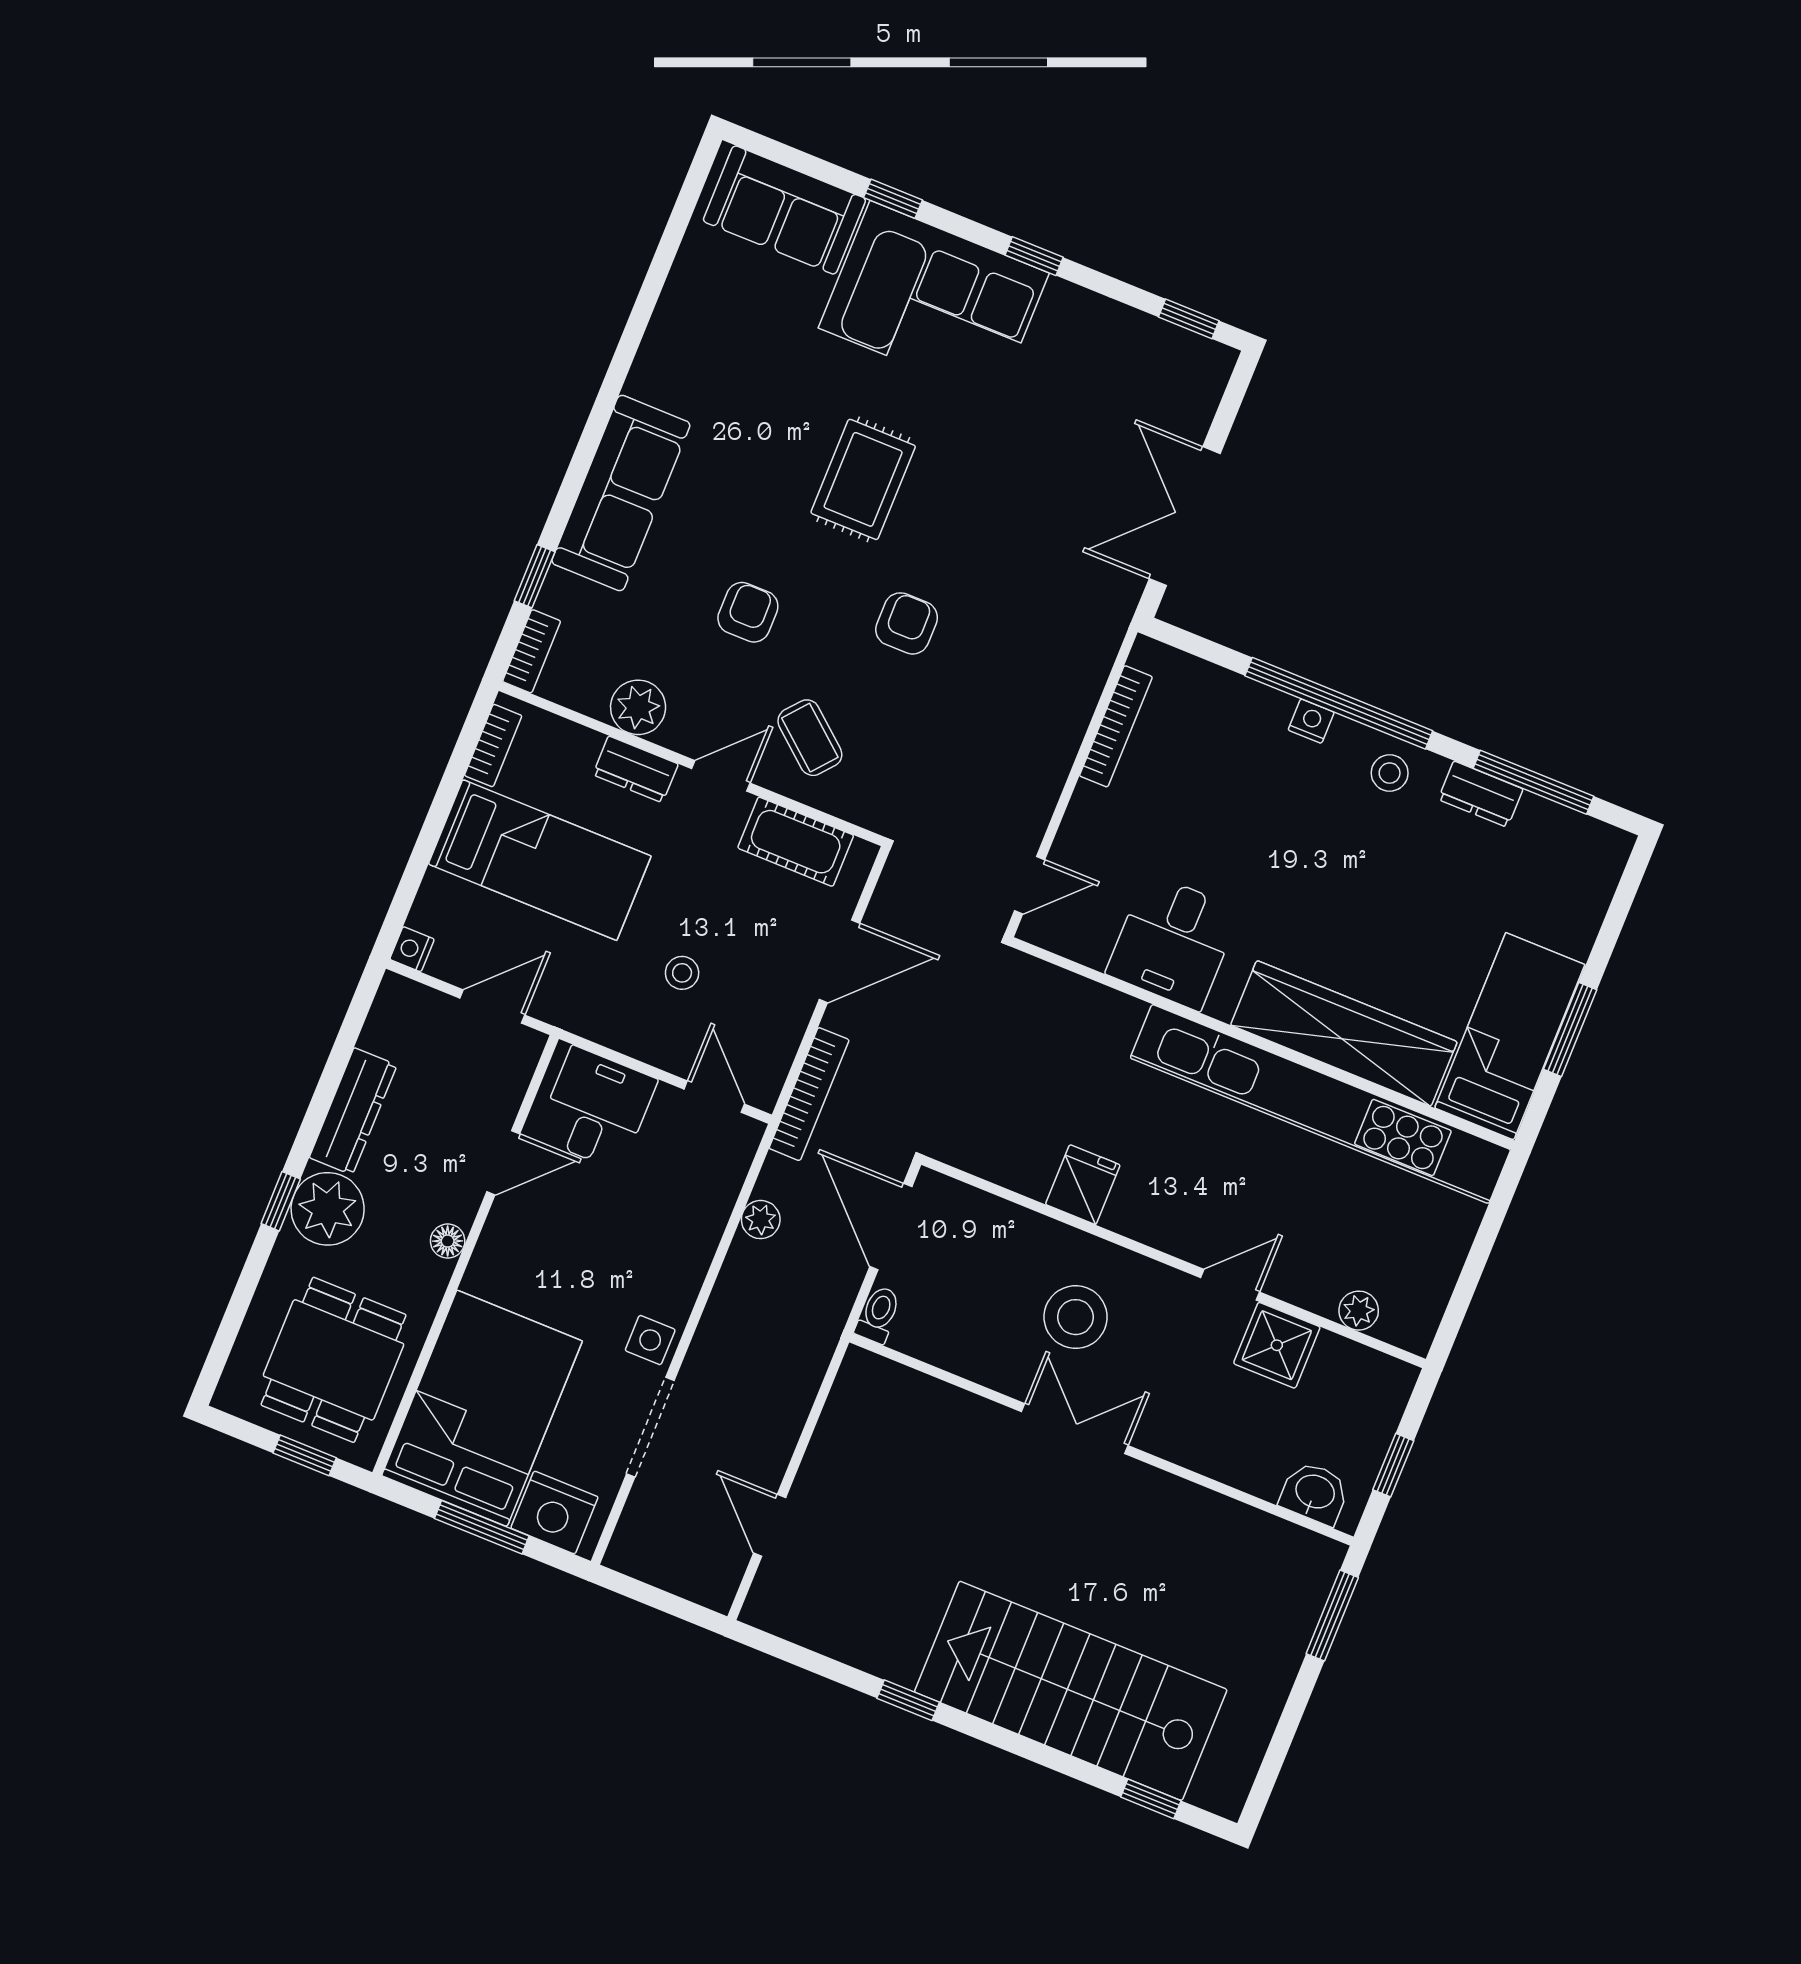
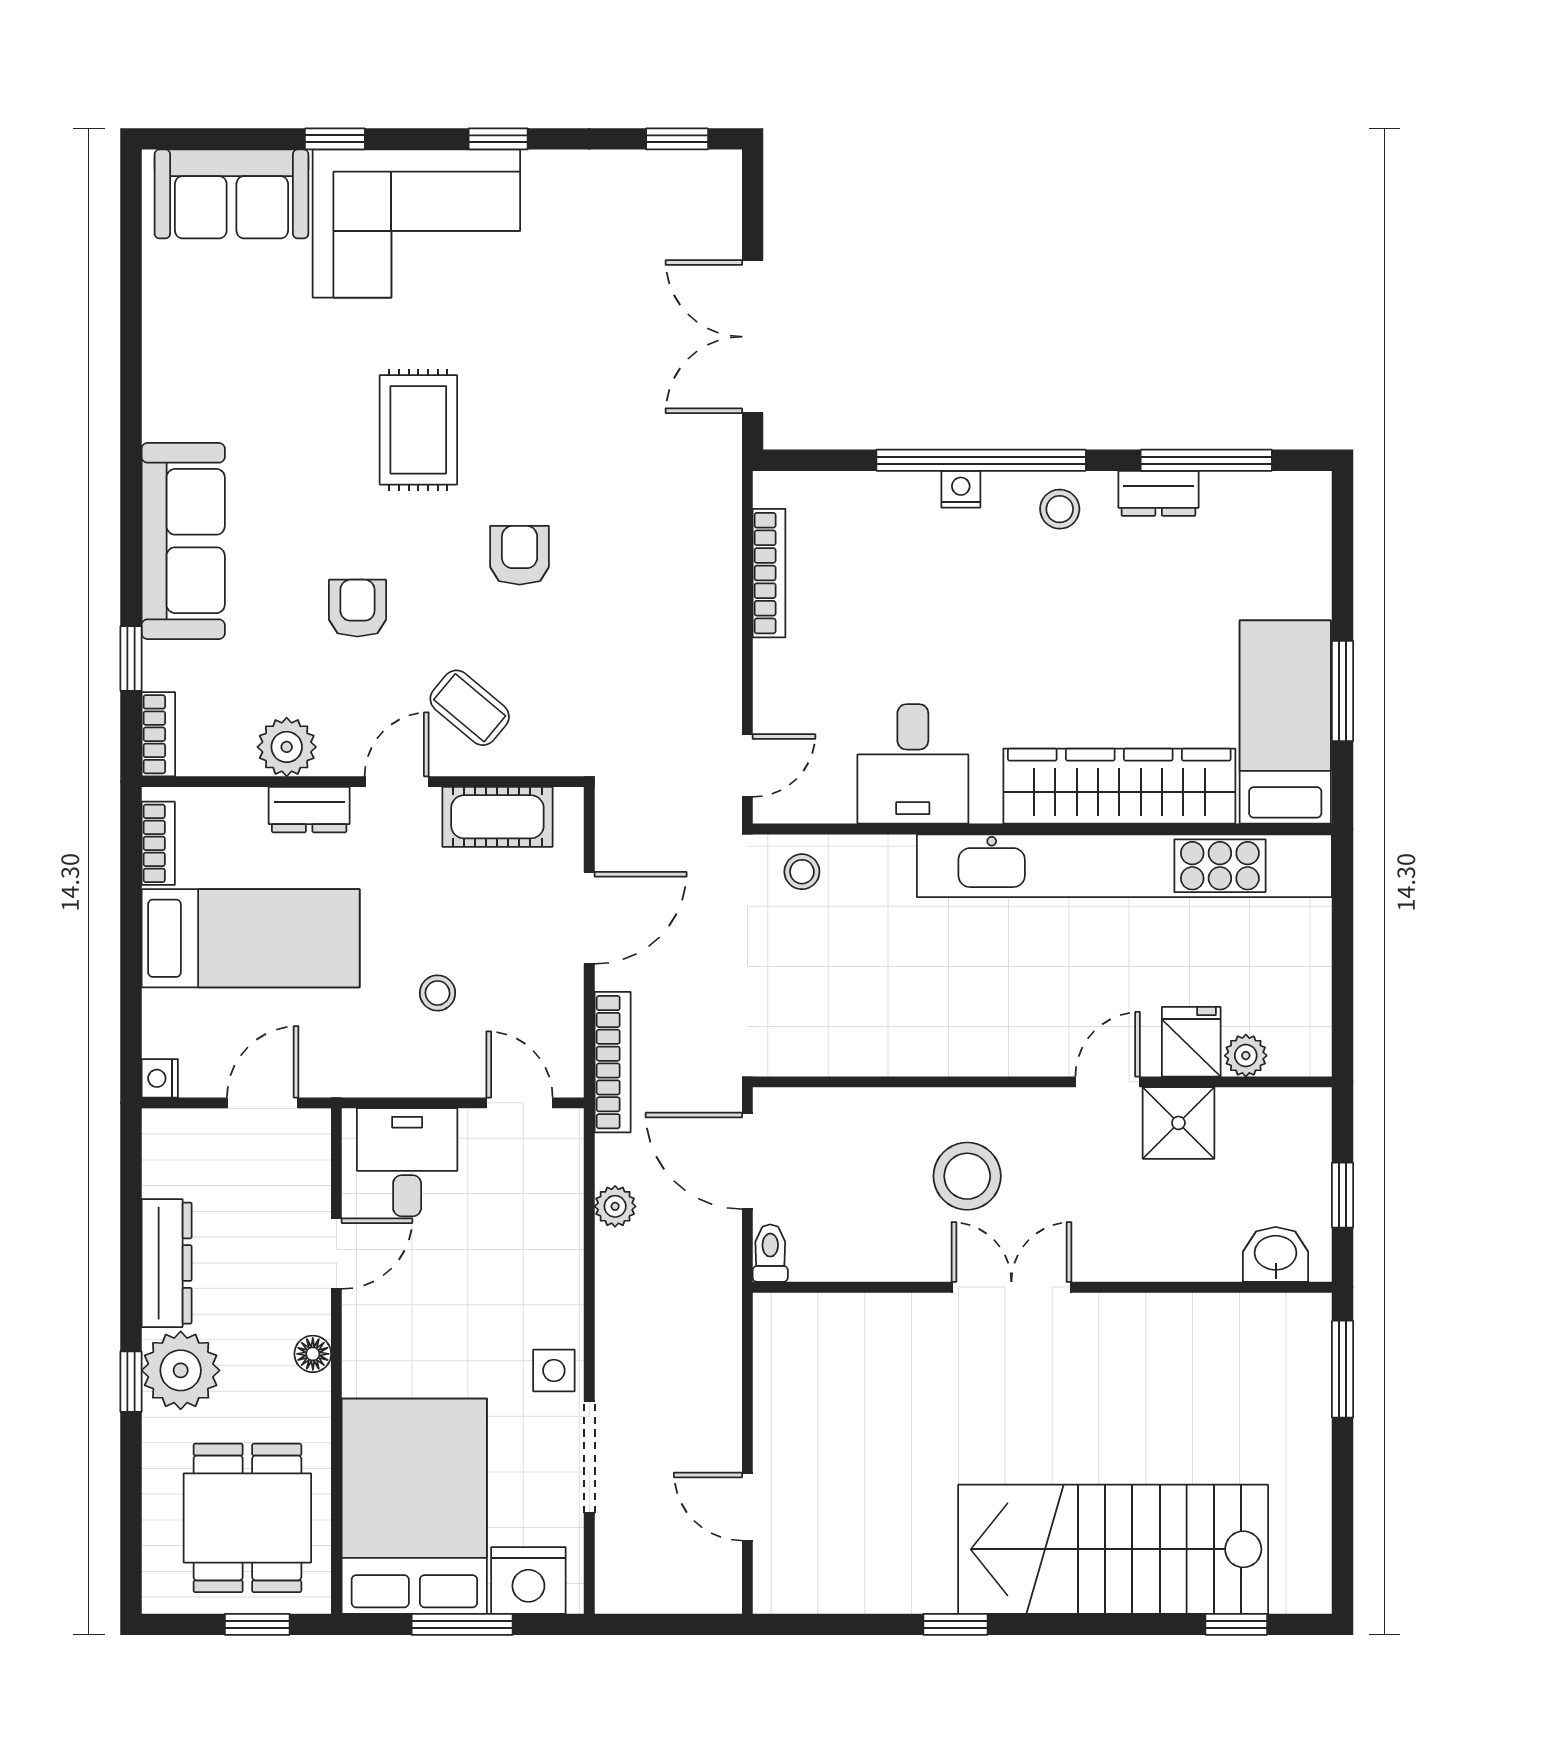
stool: (1040, 996) -> (802, 872), added
fridge: (1083, 1185) -> (1191, 1042), moved

